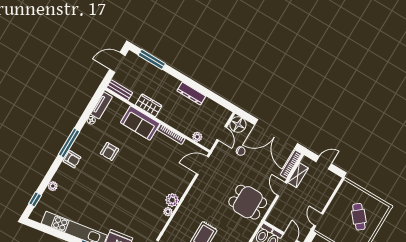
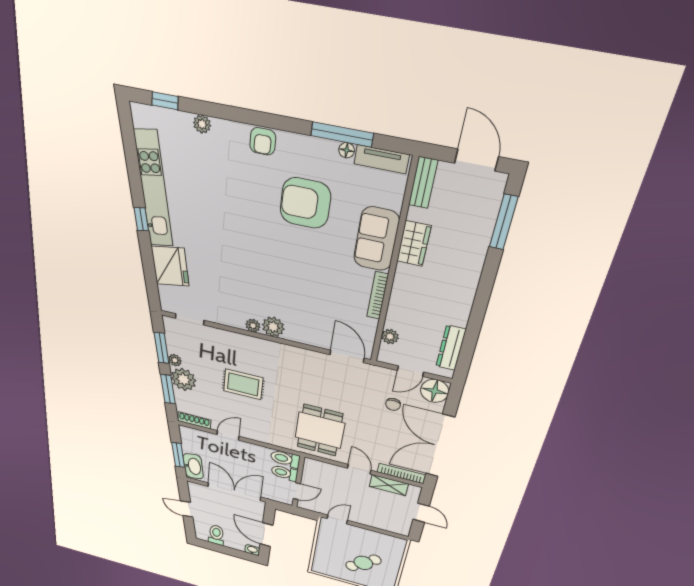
dresser: (191, 94) -> (451, 348), moved
window: (69, 143) -> (342, 134), moved
armchair: (110, 151) -> (305, 203), width x1.88, depth x1.88
door: (282, 189) -> (359, 469), hinge flipped

